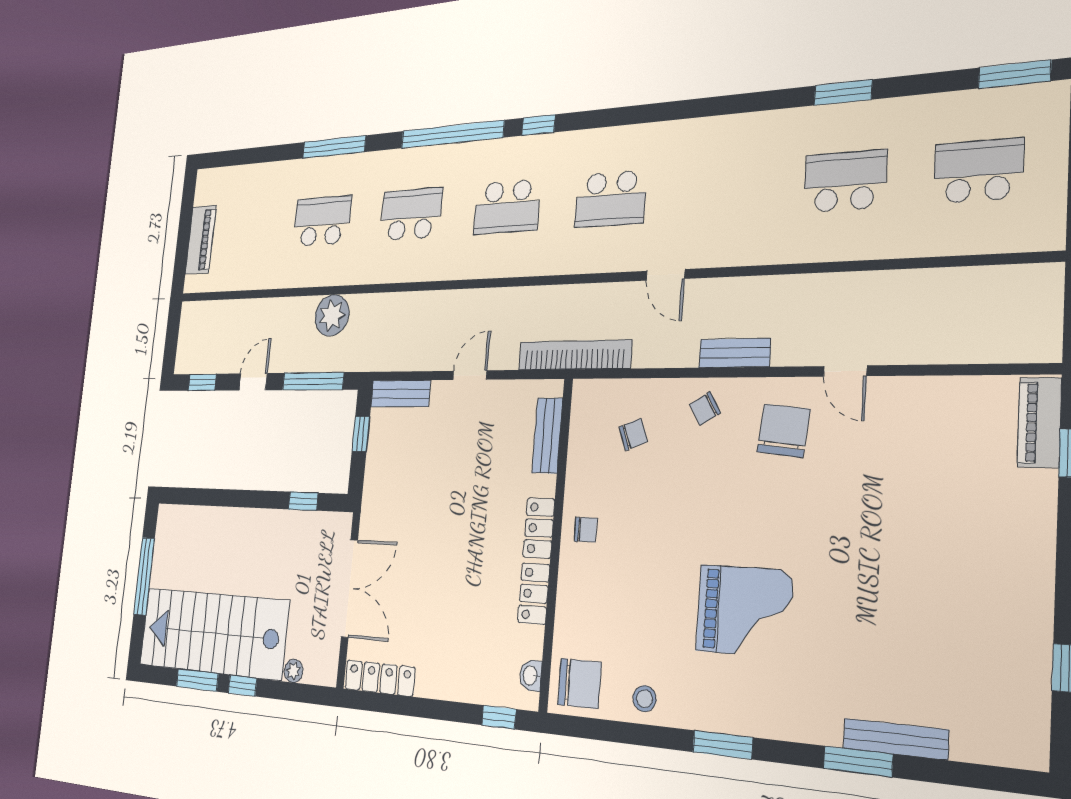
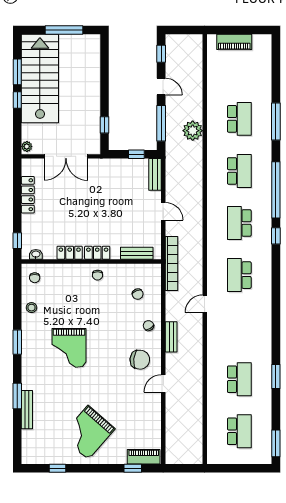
grand piano: (965, 574) -> (88, 432), added
plant: (293, 671) -> (27, 146), moved
locker: (380, 678) -> (28, 195), moved
chair: (580, 684) -> (35, 278), width x0.54, depth x0.54

